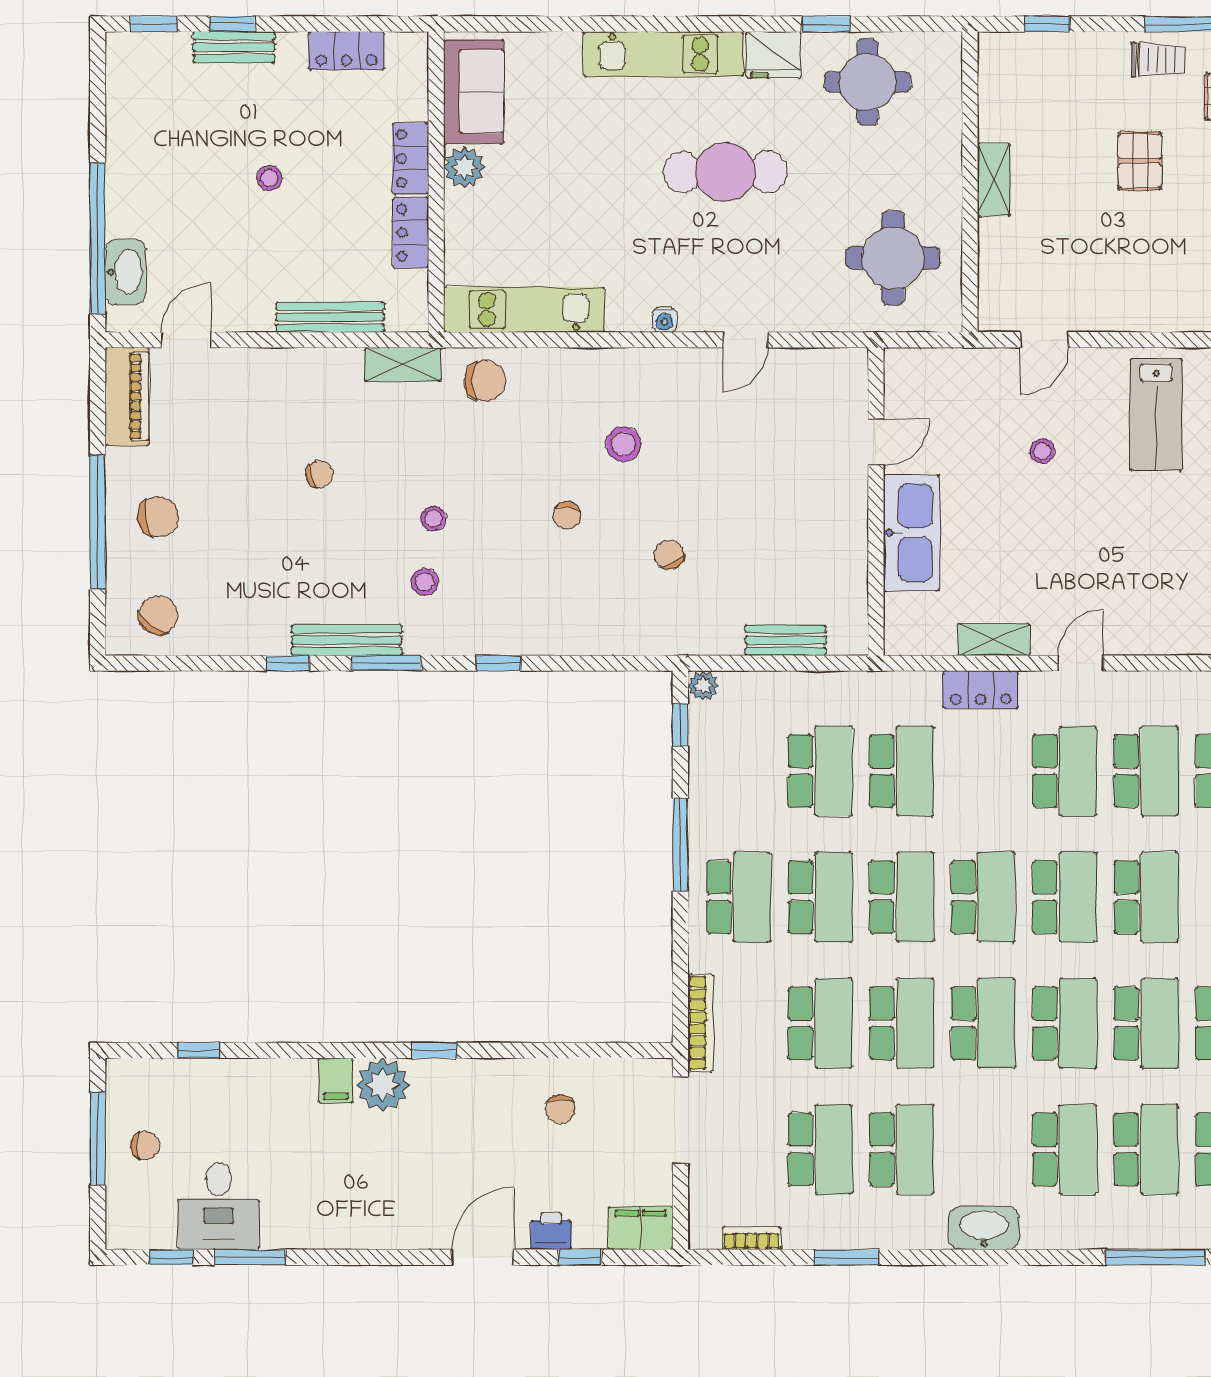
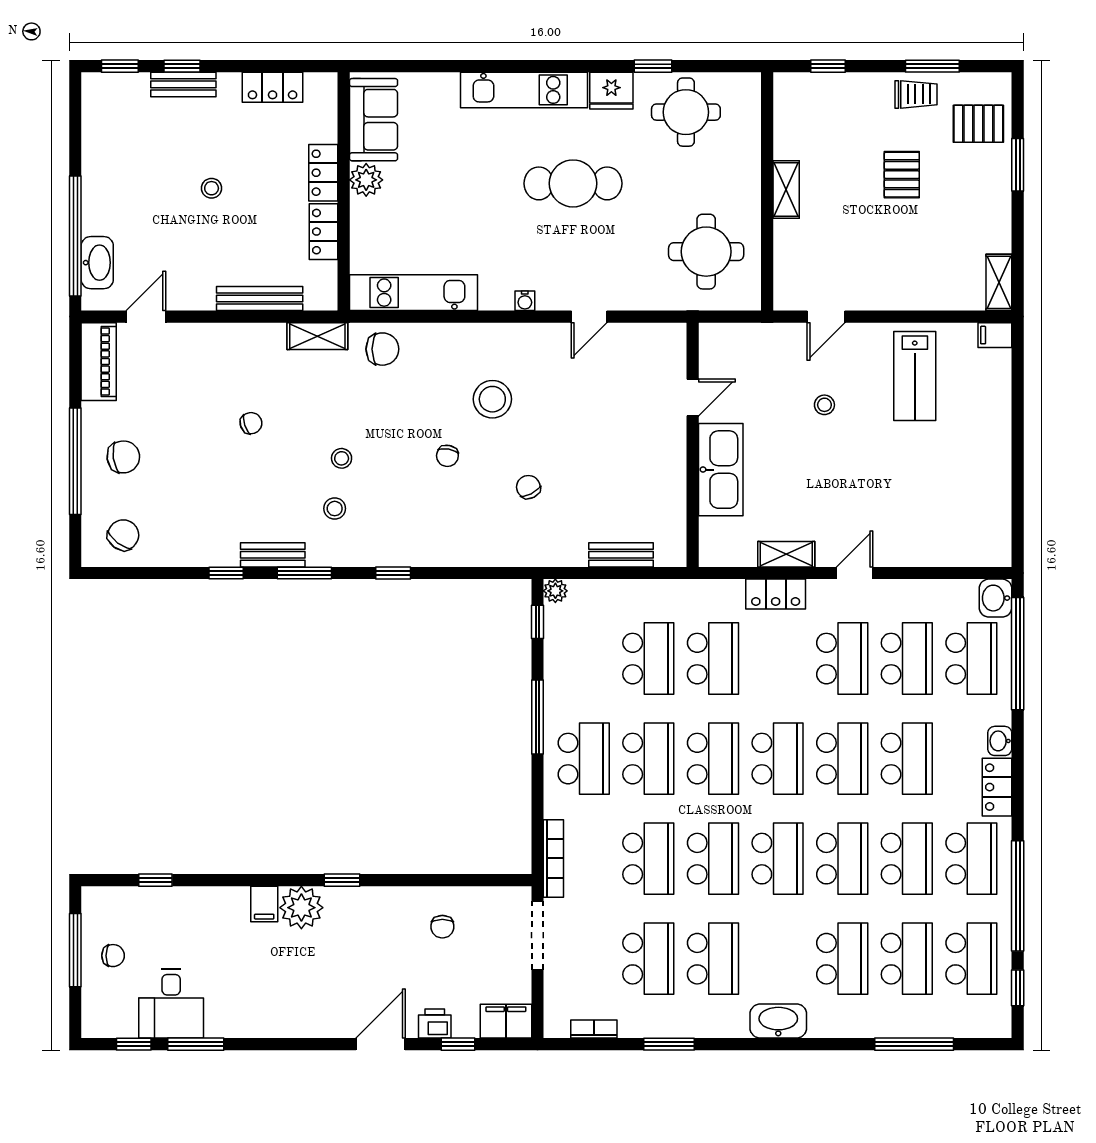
stool: (624, 444) -> (492, 399), width x1.38, depth x1.38
bench: (347, 640) -> (273, 555), width x0.73

